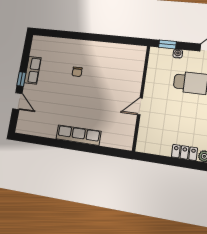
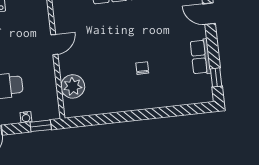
plant: (134, 70) -> (73, 86), added
window: (21, 79) -> (216, 77), moved

